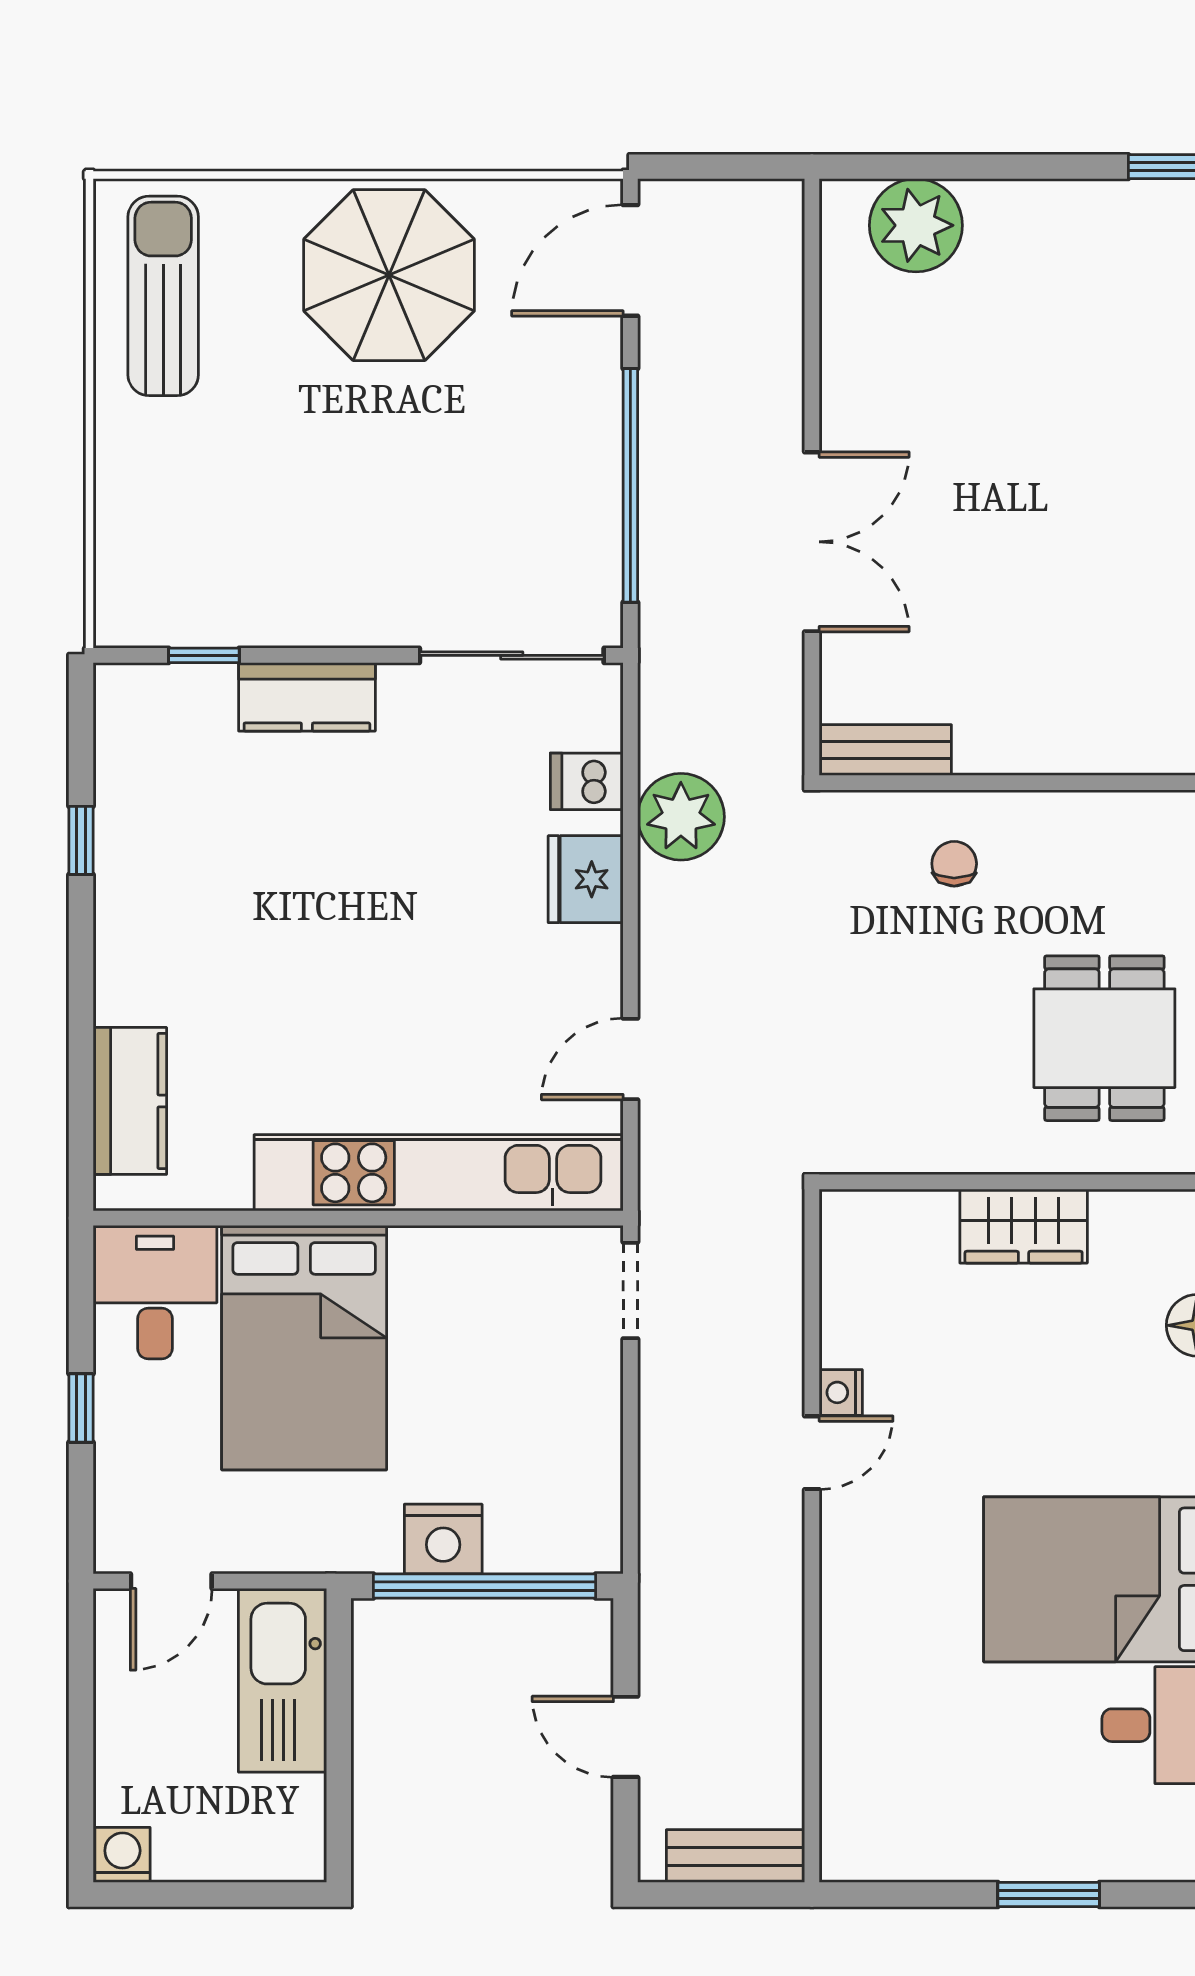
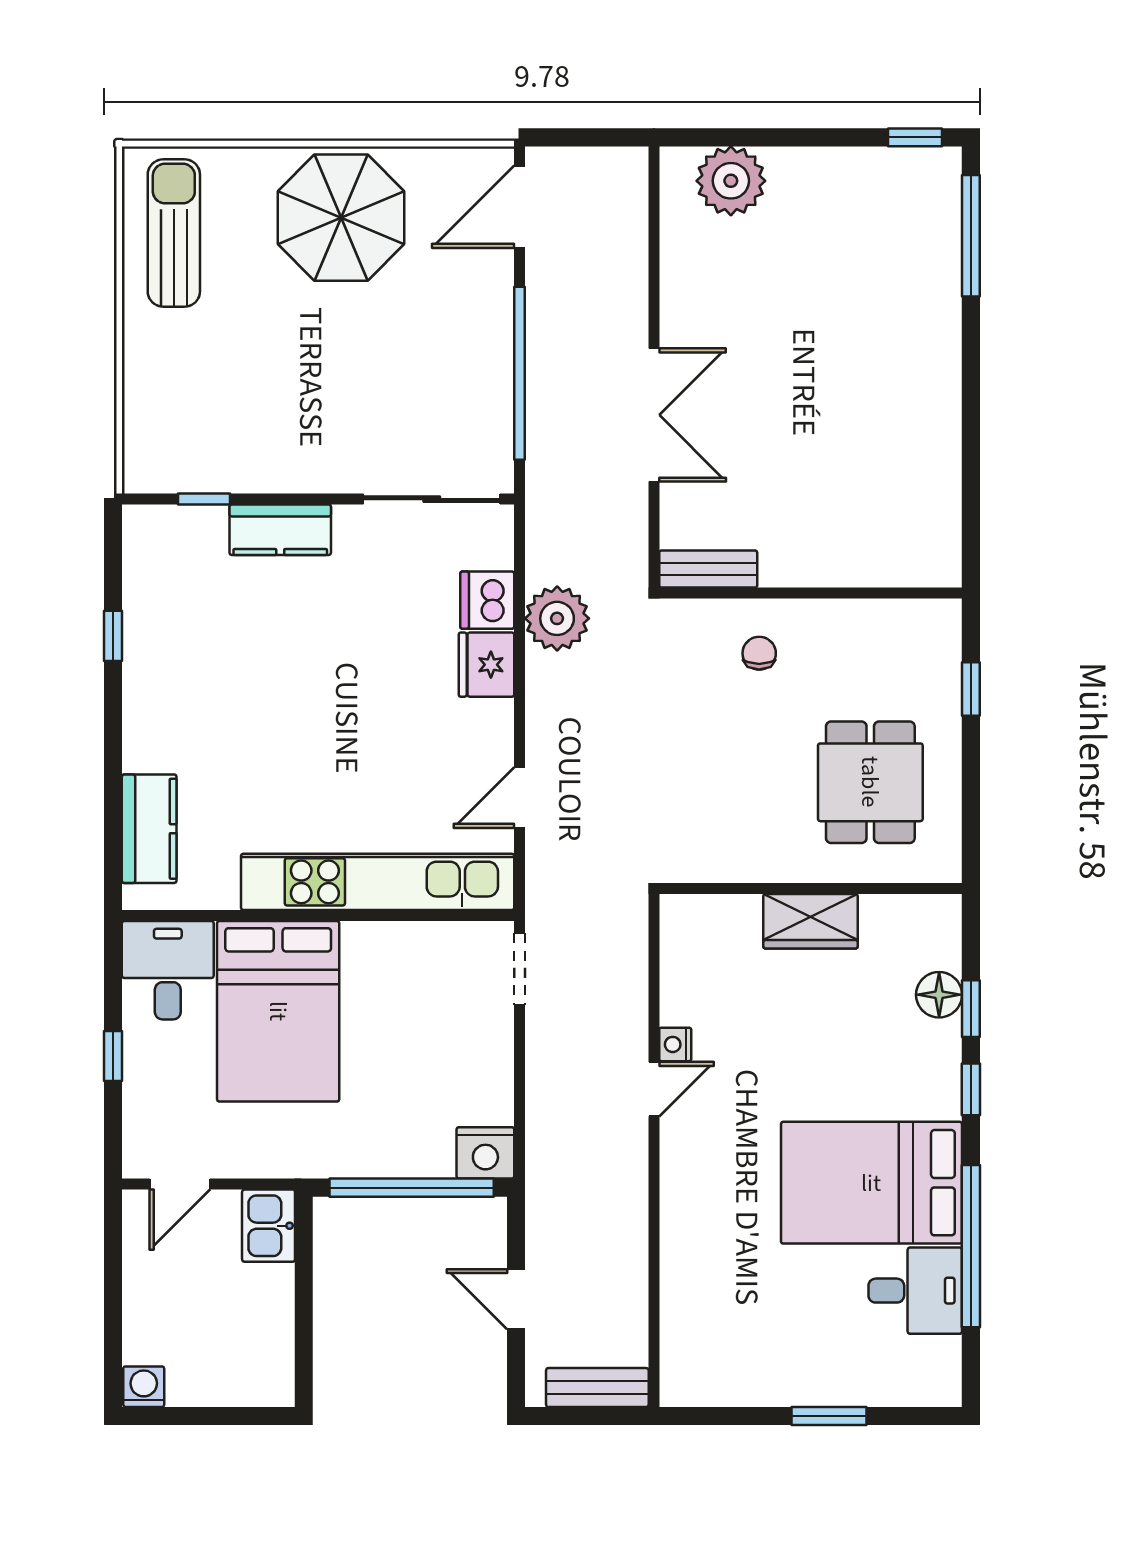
dishwasher: (587, 781) -> (487, 600), width x1.38
nightstand: (443, 1539) -> (485, 1153), moved
kitchen sink: (283, 1680) -> (269, 1226), width x0.53, depth x0.81

